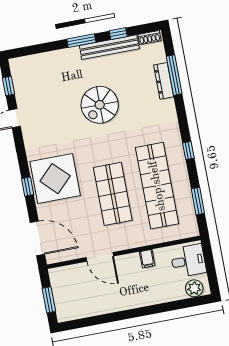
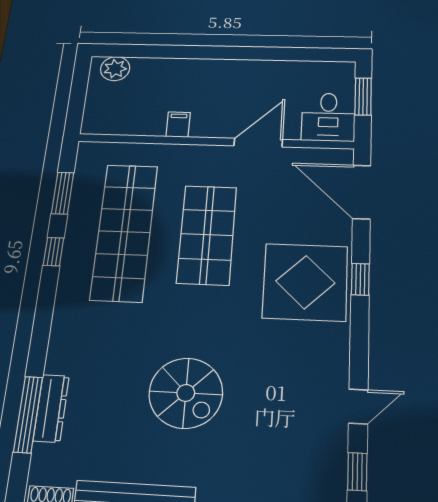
spiral stairs: (100, 105) -> (186, 393), turned 90
window: (188, 150) -> (53, 252), moved
door: (100, 257) -> (258, 143), hinge flipped
desk: (188, 261) -> (328, 117), moved, turned -90

